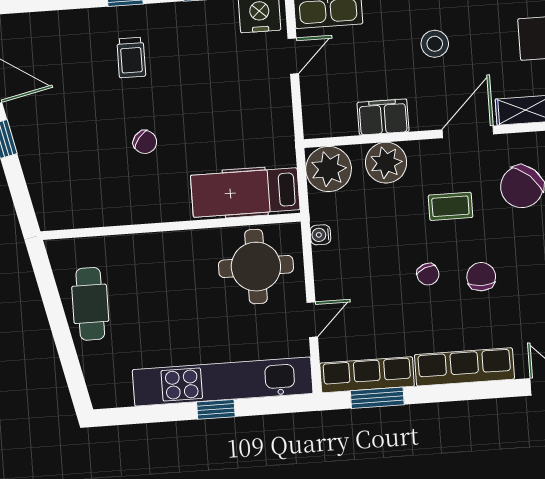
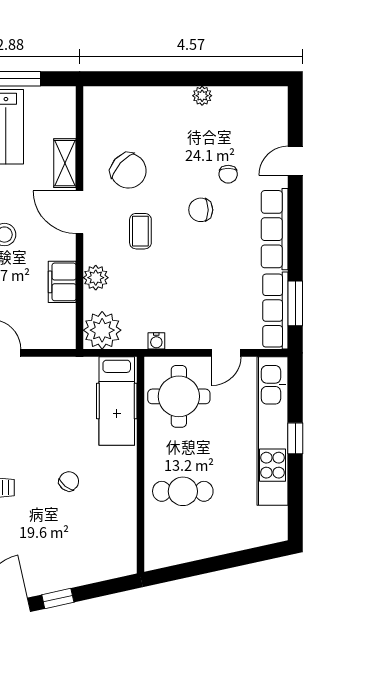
plant: (386, 163) -> (96, 278), width x0.73, depth x0.73
chair: (428, 274) -> (228, 174), moved, turned 111
cafe table: (90, 304) -> (183, 491), moved
door: (312, 320) -> (226, 353), swing flipped

